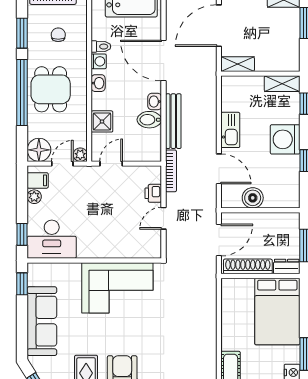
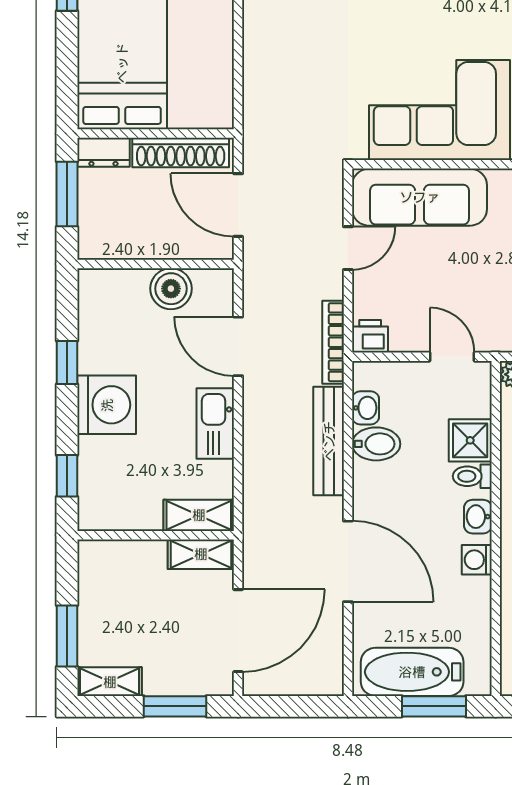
toilet: (101, 47) -> (472, 476), moved
shelving: (282, 84) -> (199, 515), moved
washbasin: (155, 102) -> (366, 408), moved
door: (111, 164) -> (452, 357), swing flipped
printer: (153, 193) -> (370, 336), moved, turned -90
door: (219, 240) -> (238, 205), hinge flipped
sofa: (128, 244) -> (420, 197), added

